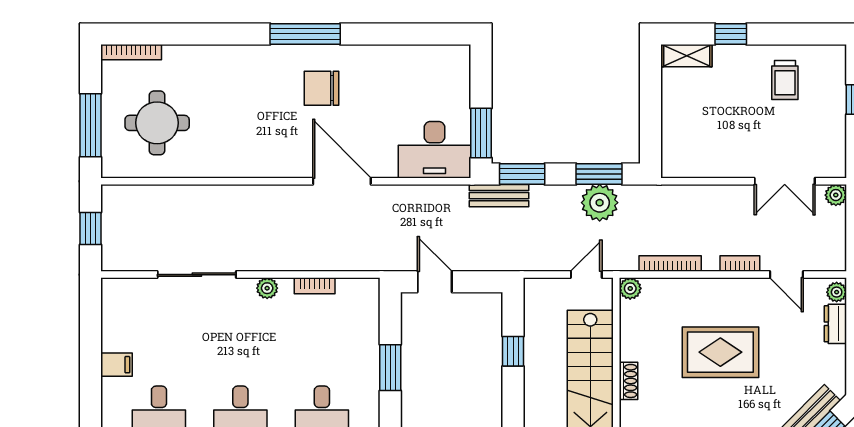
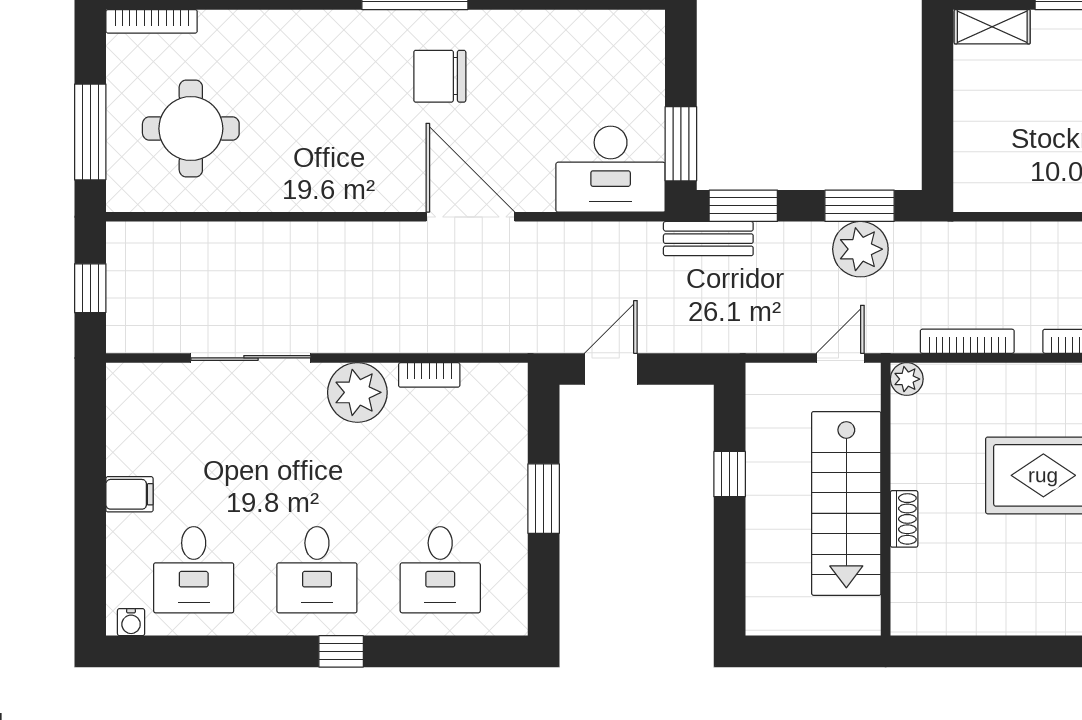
door: (435, 282) -> (611, 369), hinge flipped
plant: (267, 288) -> (357, 392), width x1.87, depth x1.87

